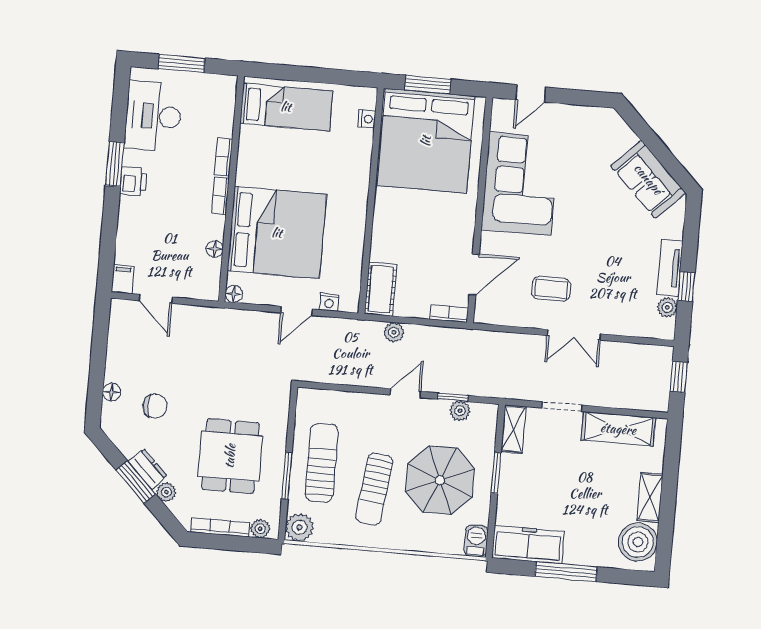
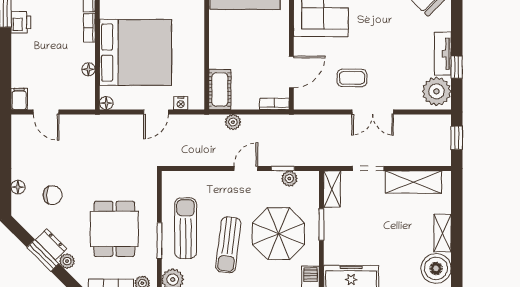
plant: (667, 307) -> (436, 91), width x1.88, depth x1.88

